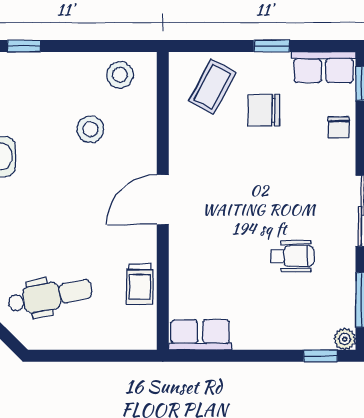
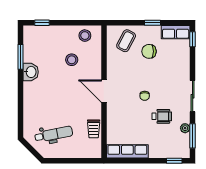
chair: (339, 127) -> (145, 96), moved
door: (163, 200) -> (104, 91), hinge flipped
row of seats: (200, 335) -> (127, 151), width x1.48
plant: (345, 339) -> (185, 128), moved

